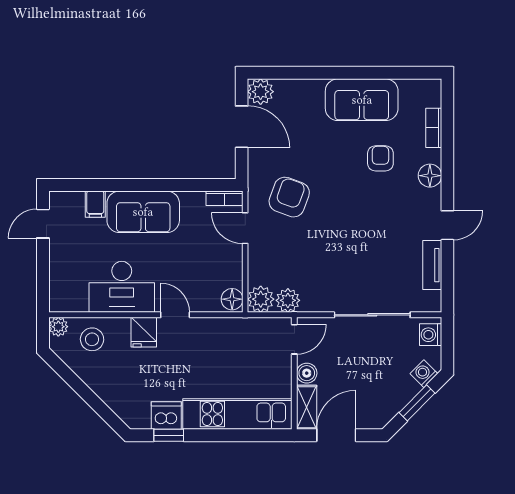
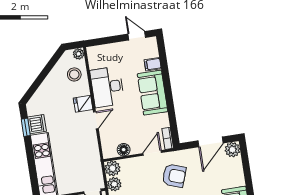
floor lamp: (232, 299) -> (124, 150), moved

